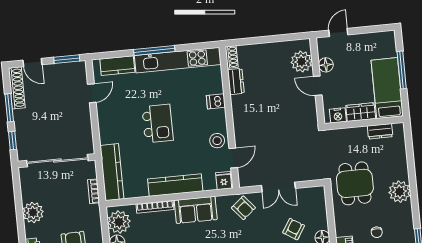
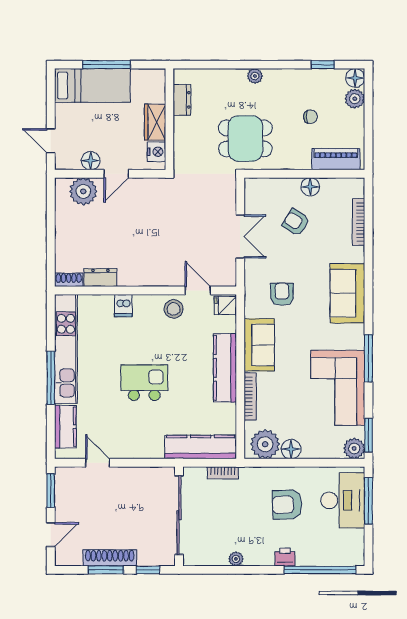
shoe rack: (17, 88) -> (110, 558), moved
bed: (387, 88) -> (92, 85), moved, turned 180
plant: (400, 192) -> (255, 76), width x0.53, depth x0.53
armchair: (243, 208) -> (282, 294), moved, turned -50
plant: (33, 212) -> (236, 559), width x0.53, depth x0.53

